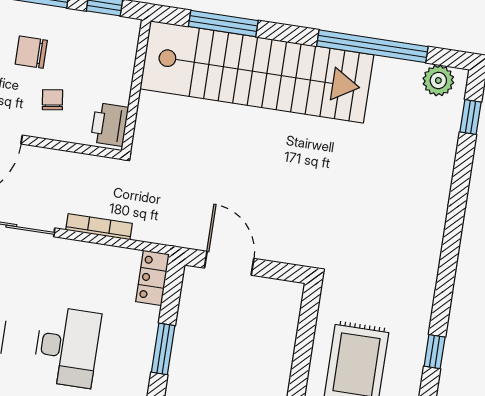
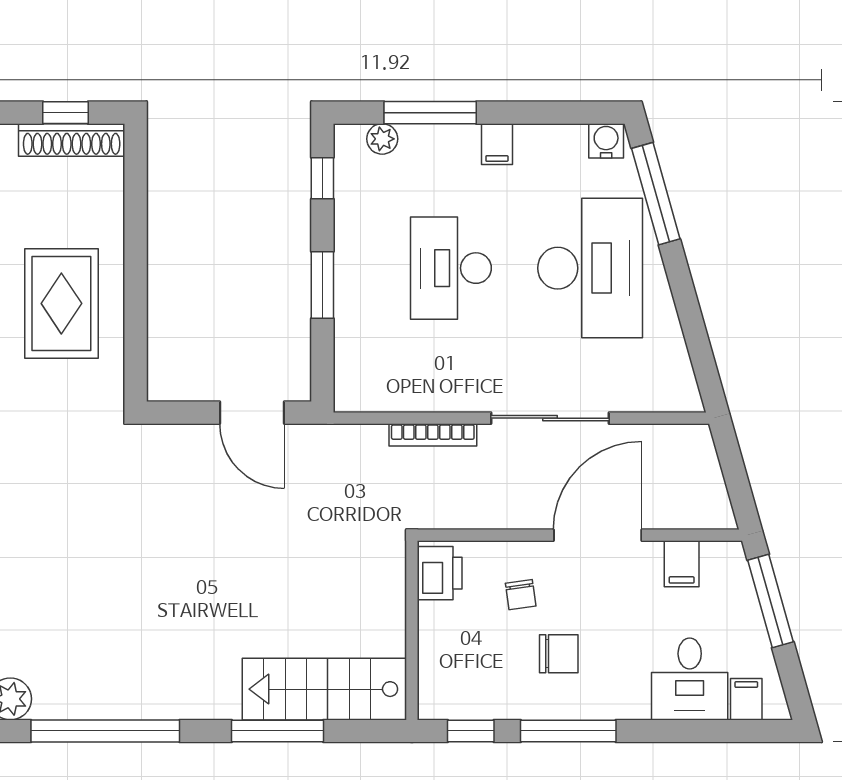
window: (223, 24) -> (277, 731), moved
stairs: (257, 72) -> (324, 689), width x0.54, depth x0.66
locker: (153, 278) -> (351, 378), removed

